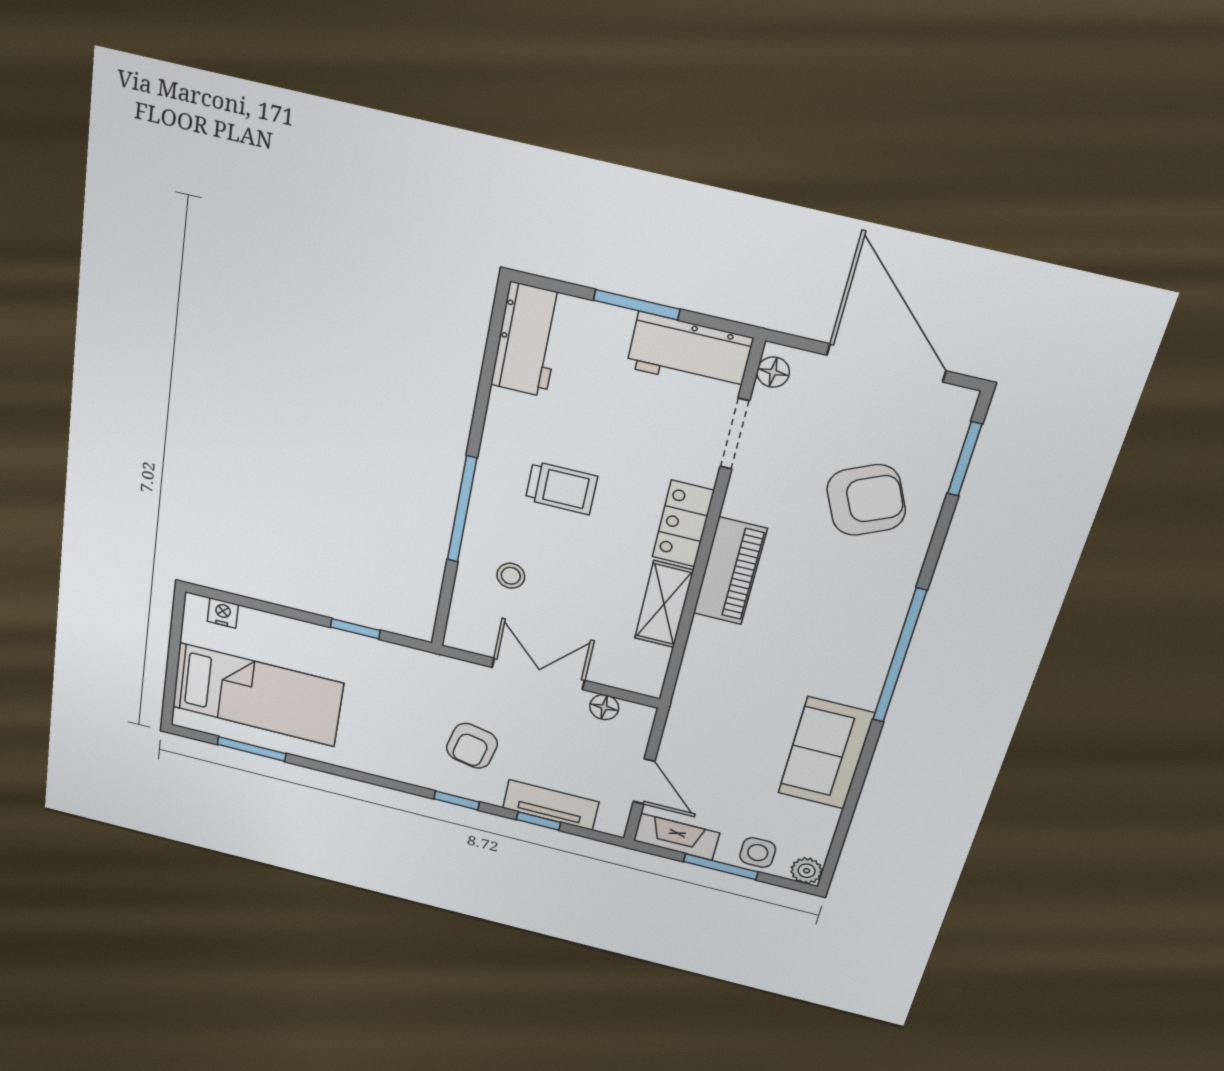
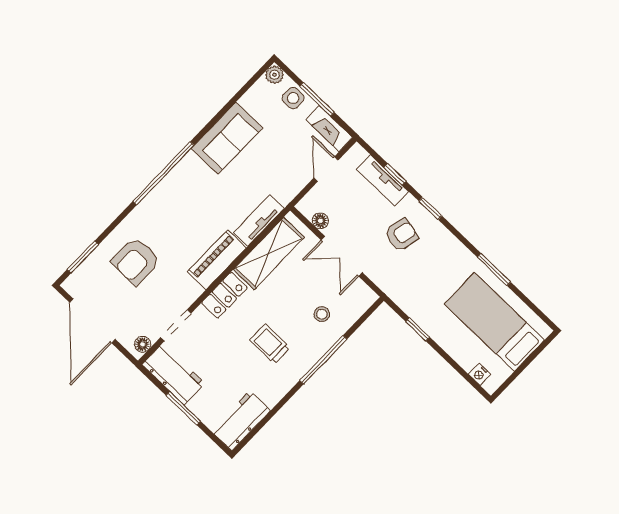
armchair: (866, 500) -> (136, 261), turned -65
shelving: (664, 604) -> (269, 253), width x1.50, depth x1.33
tv unit: (700, 662) -> (259, 220), added
window: (252, 749) -> (494, 270), moved

